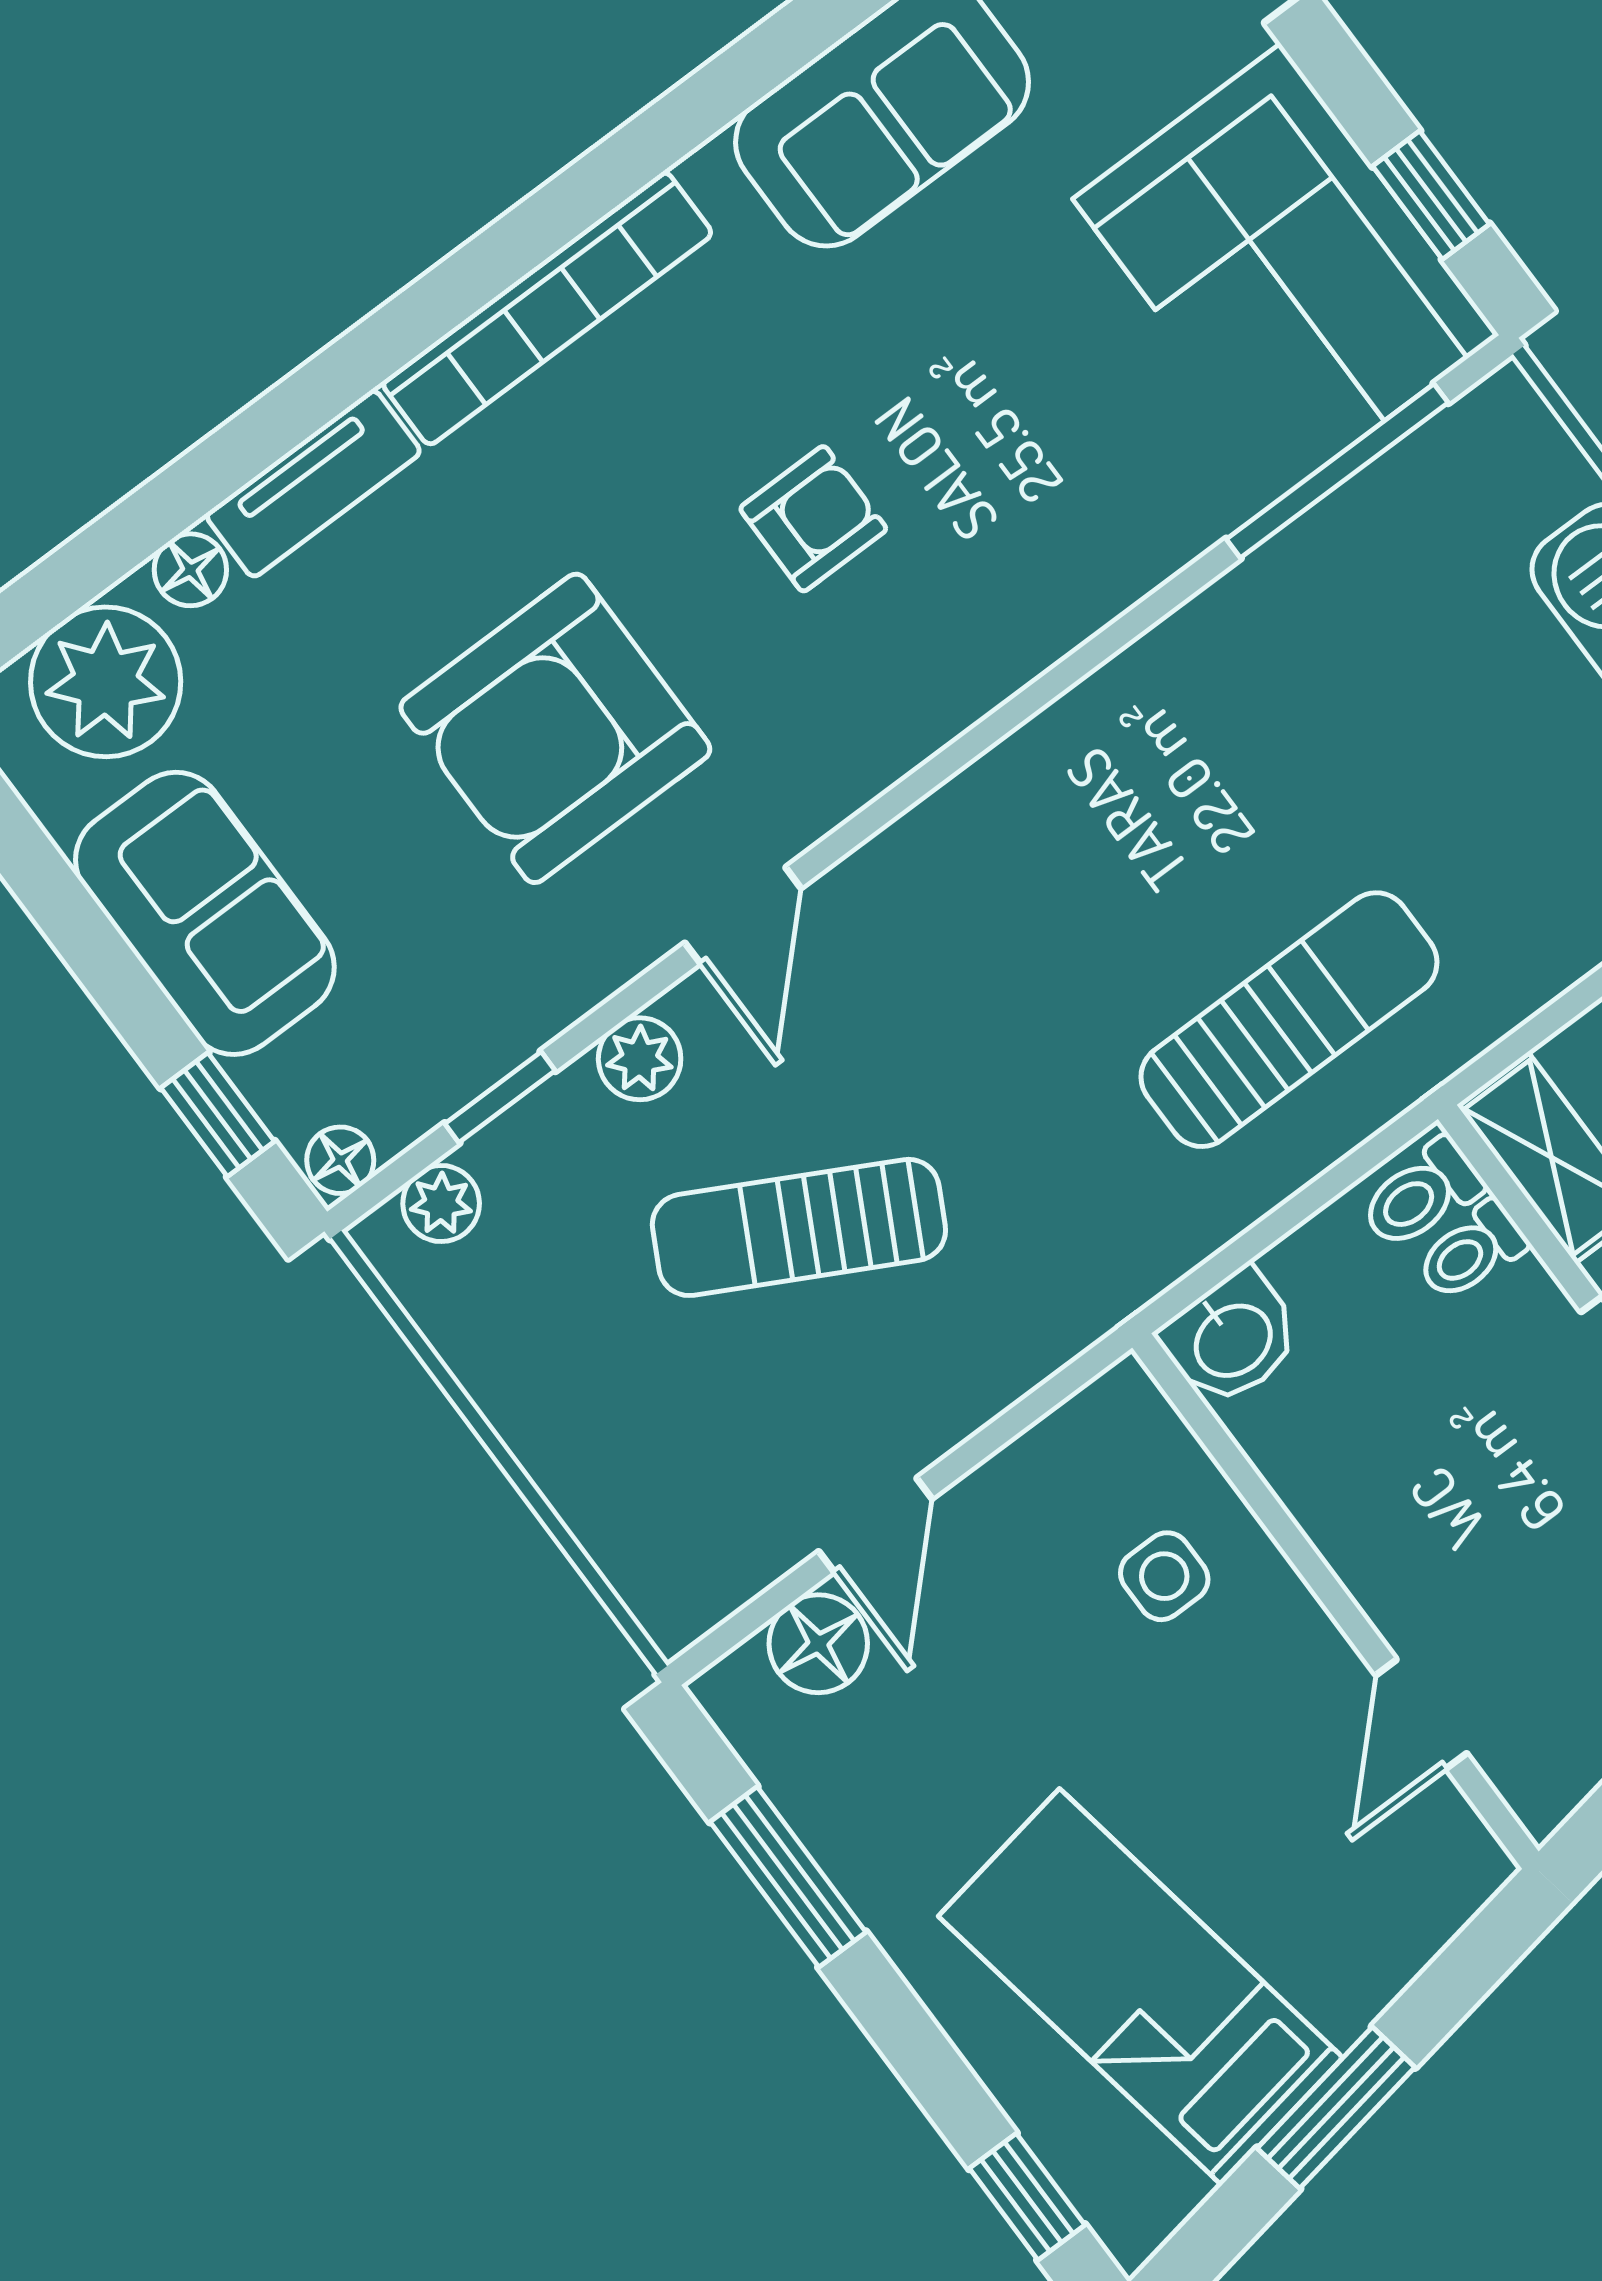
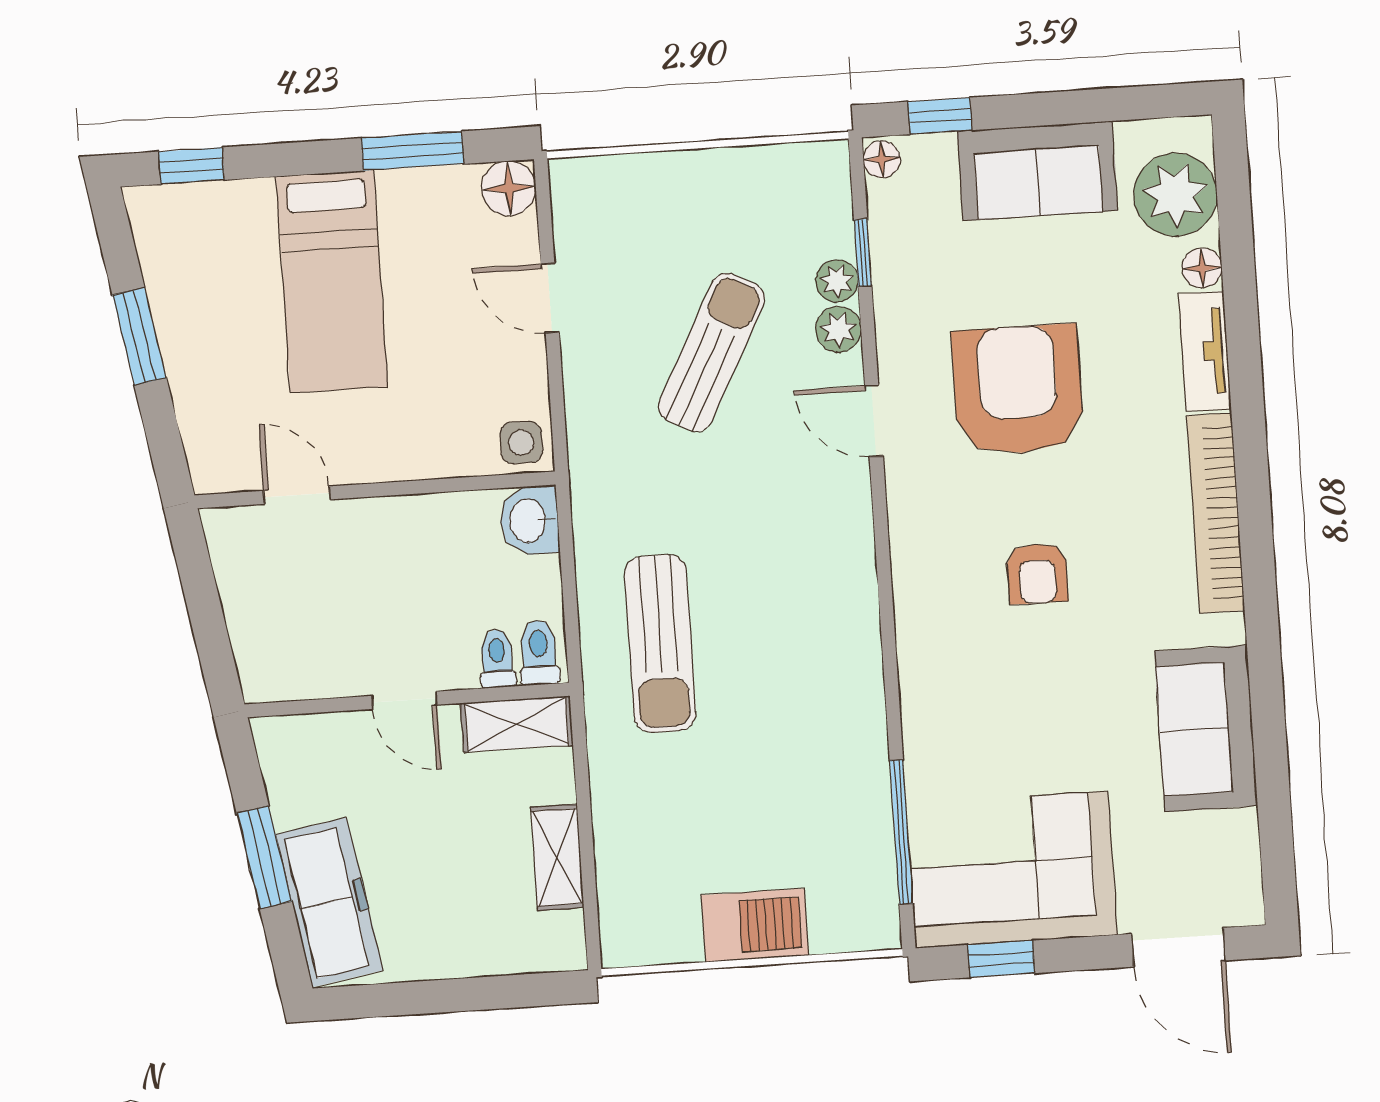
plant: (441, 1204) -> (837, 281), moved
side table: (1164, 1576) -> (521, 442), moved
floor lamp: (818, 1644) -> (509, 188), moved
bed: (1141, 1987) -> (332, 281), moved, turned 100

